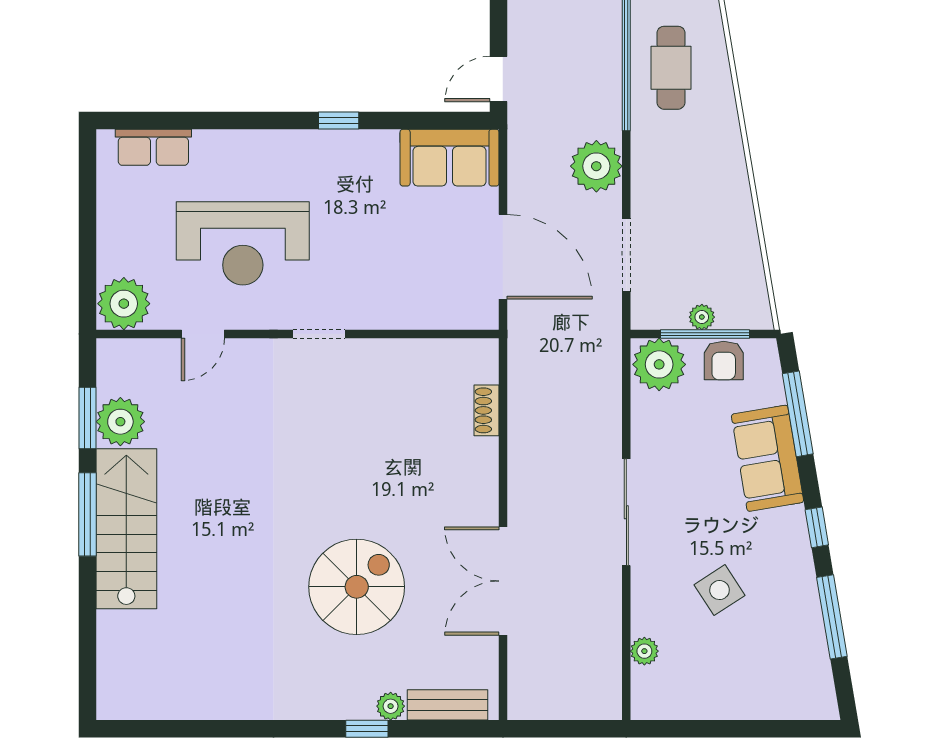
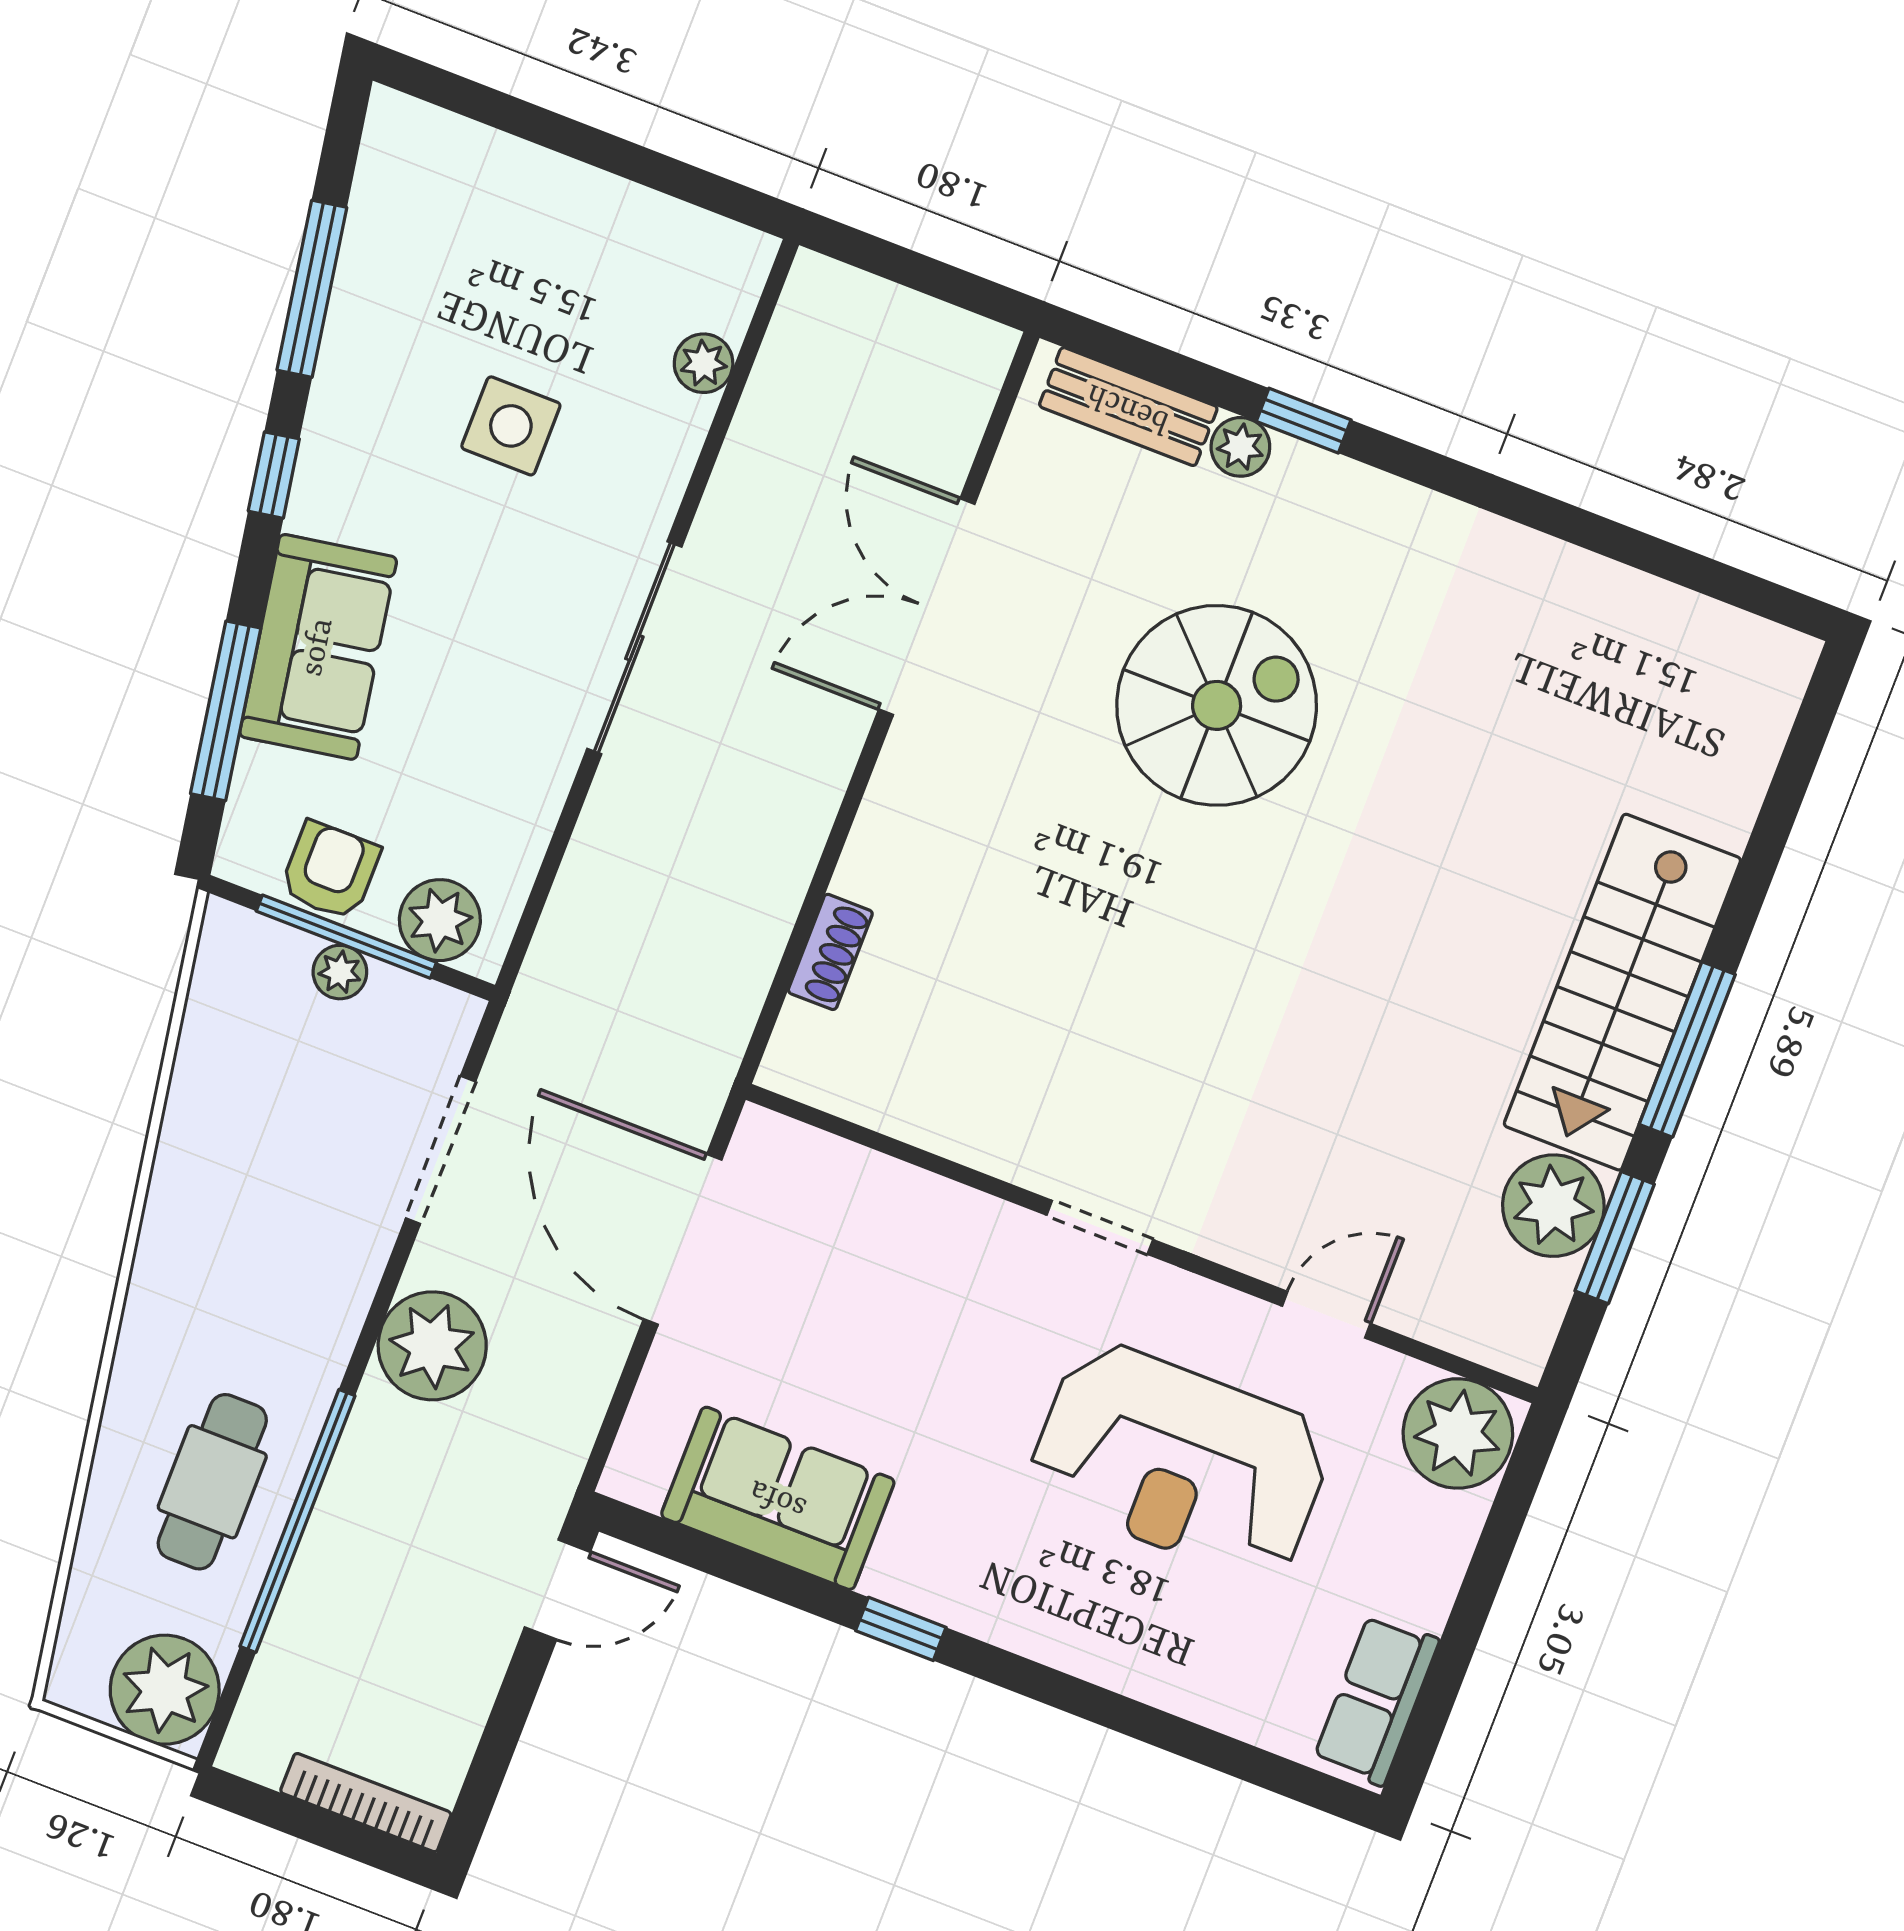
row of seats: (153, 147) -> (1376, 1700), moved, turned -90
sofa: (450, 158) -> (778, 1498), moved
reception desk: (243, 243) -> (1180, 1461), turned 180
plant: (659, 364) -> (440, 920), width x0.73, depth x0.73
double door: (503, 581) -> (927, 607), swing flipped
spiral stairs: (357, 587) -> (1217, 705), turned 180
side table: (720, 590) -> (511, 426), turned 33

